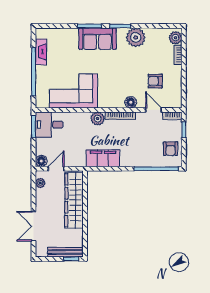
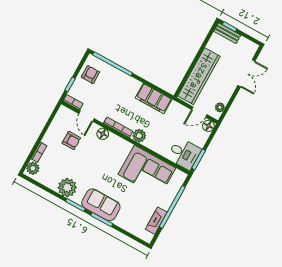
bench: (65, 252) -> (227, 33), width x0.73

